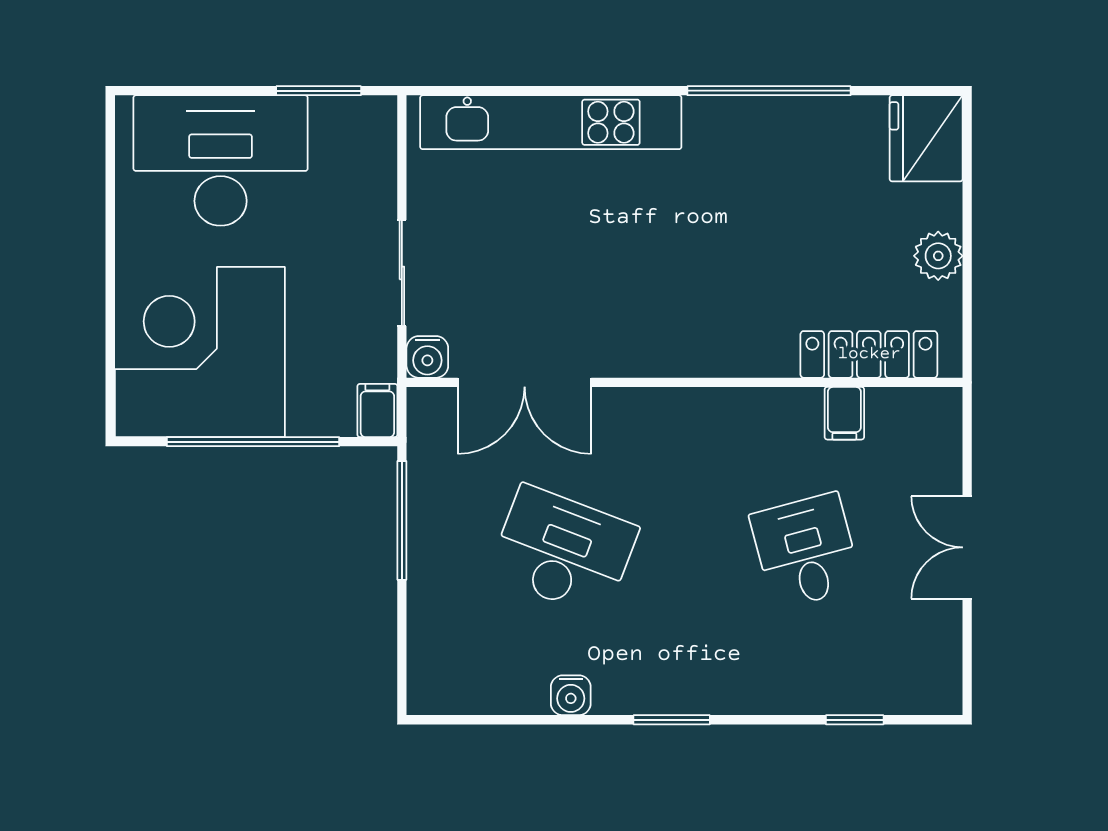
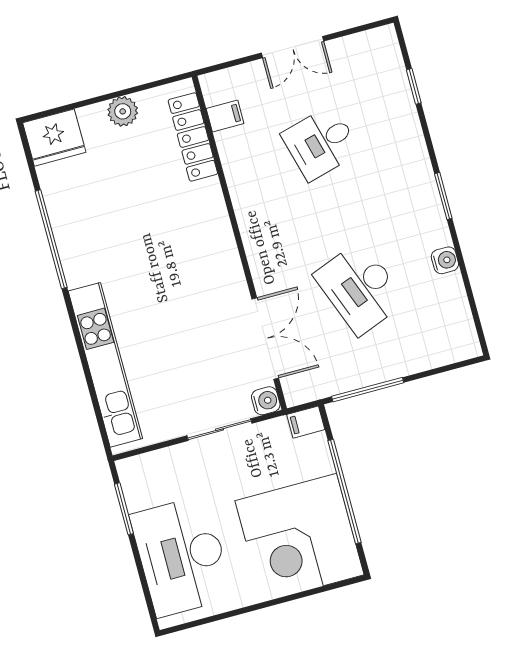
filing cabinet: (844, 413) -> (225, 116), moved
desk: (563, 551) -> (360, 288), turned -42

